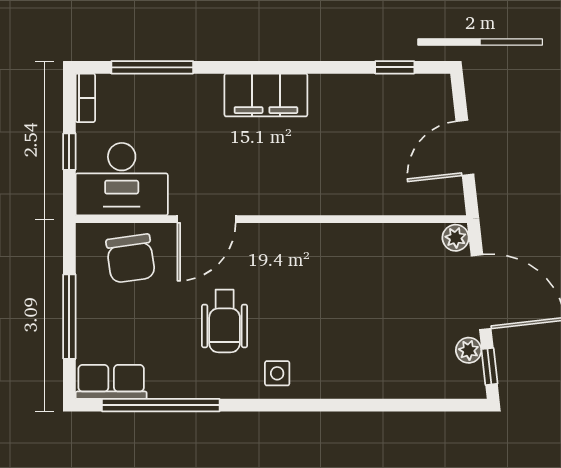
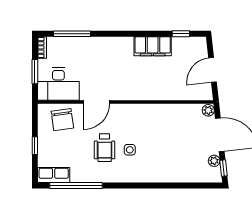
filing cabinet: (266, 95) -> (153, 46), moved
window: (69, 152) -> (35, 72), width x1.50
window: (69, 317) -> (35, 146), width x0.46
side table: (277, 373) -> (130, 150), moved

